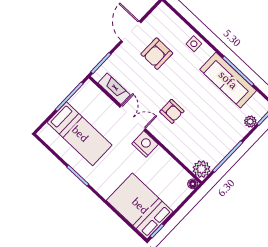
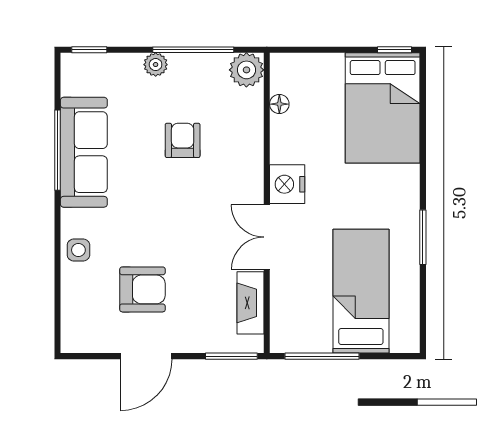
armchair: (172, 111) -> (183, 140), moved
plant: (250, 122) -> (156, 65), moved
floor lamp: (193, 184) -> (279, 104), moved

